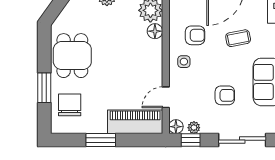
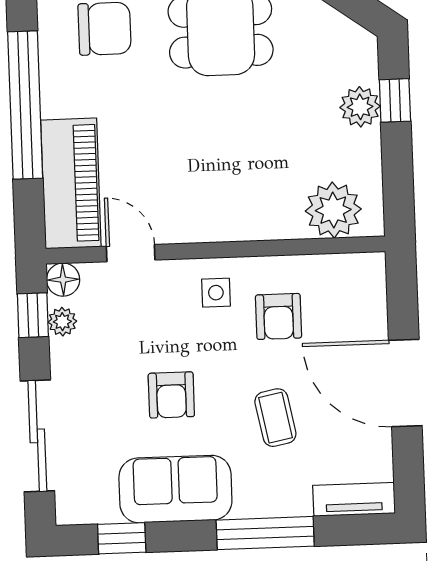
floor lamp: (155, 31) -> (285, 222), removed
armchair: (225, 95) -> (171, 395), moved
window: (101, 140) -> (25, 105), width x2.11

